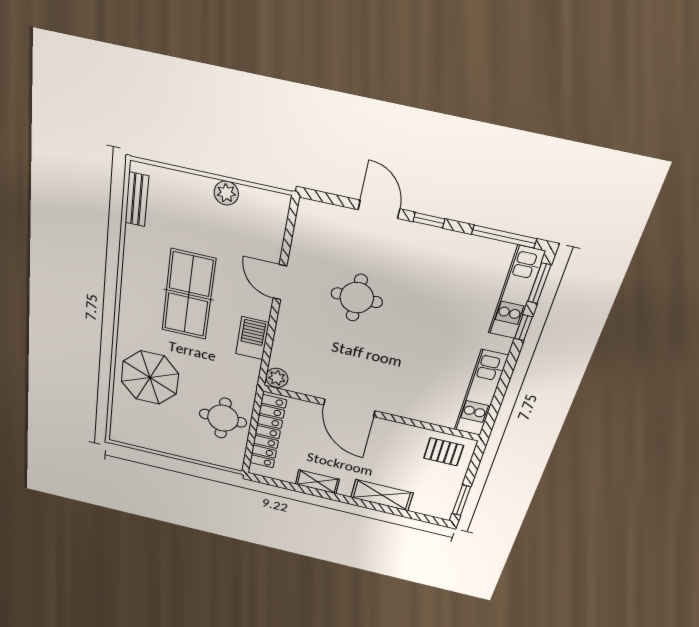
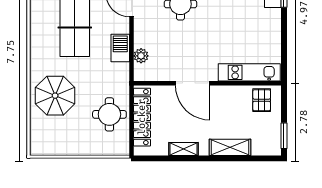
plant: (277, 378) -> (141, 56), moved
kitchen unit: (481, 393) -> (249, 72), moved, turned 90
pallet: (444, 452) -> (262, 100), turned 90

